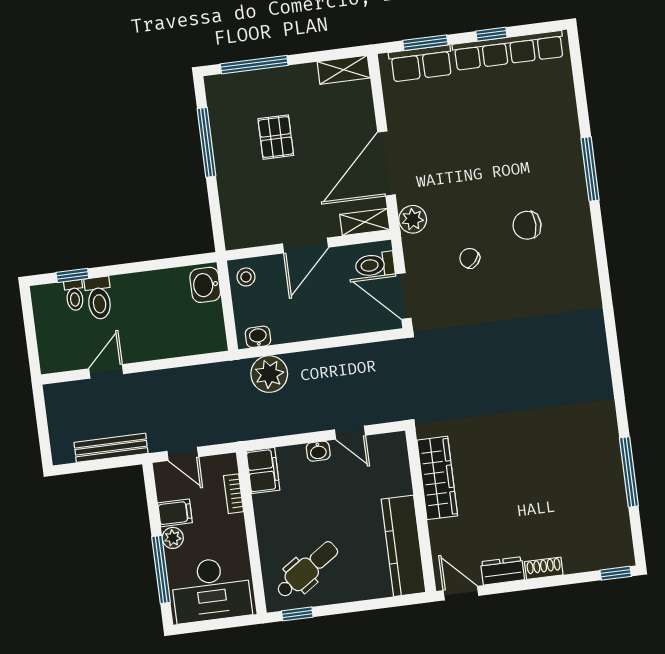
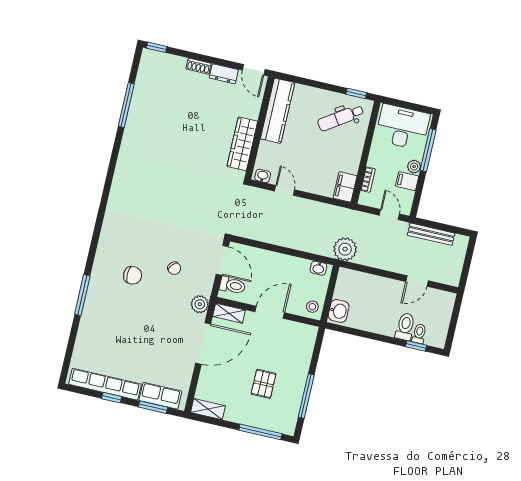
plant: (269, 374) -> (345, 249), moved
washbasin: (318, 451) -> (263, 176), moved

